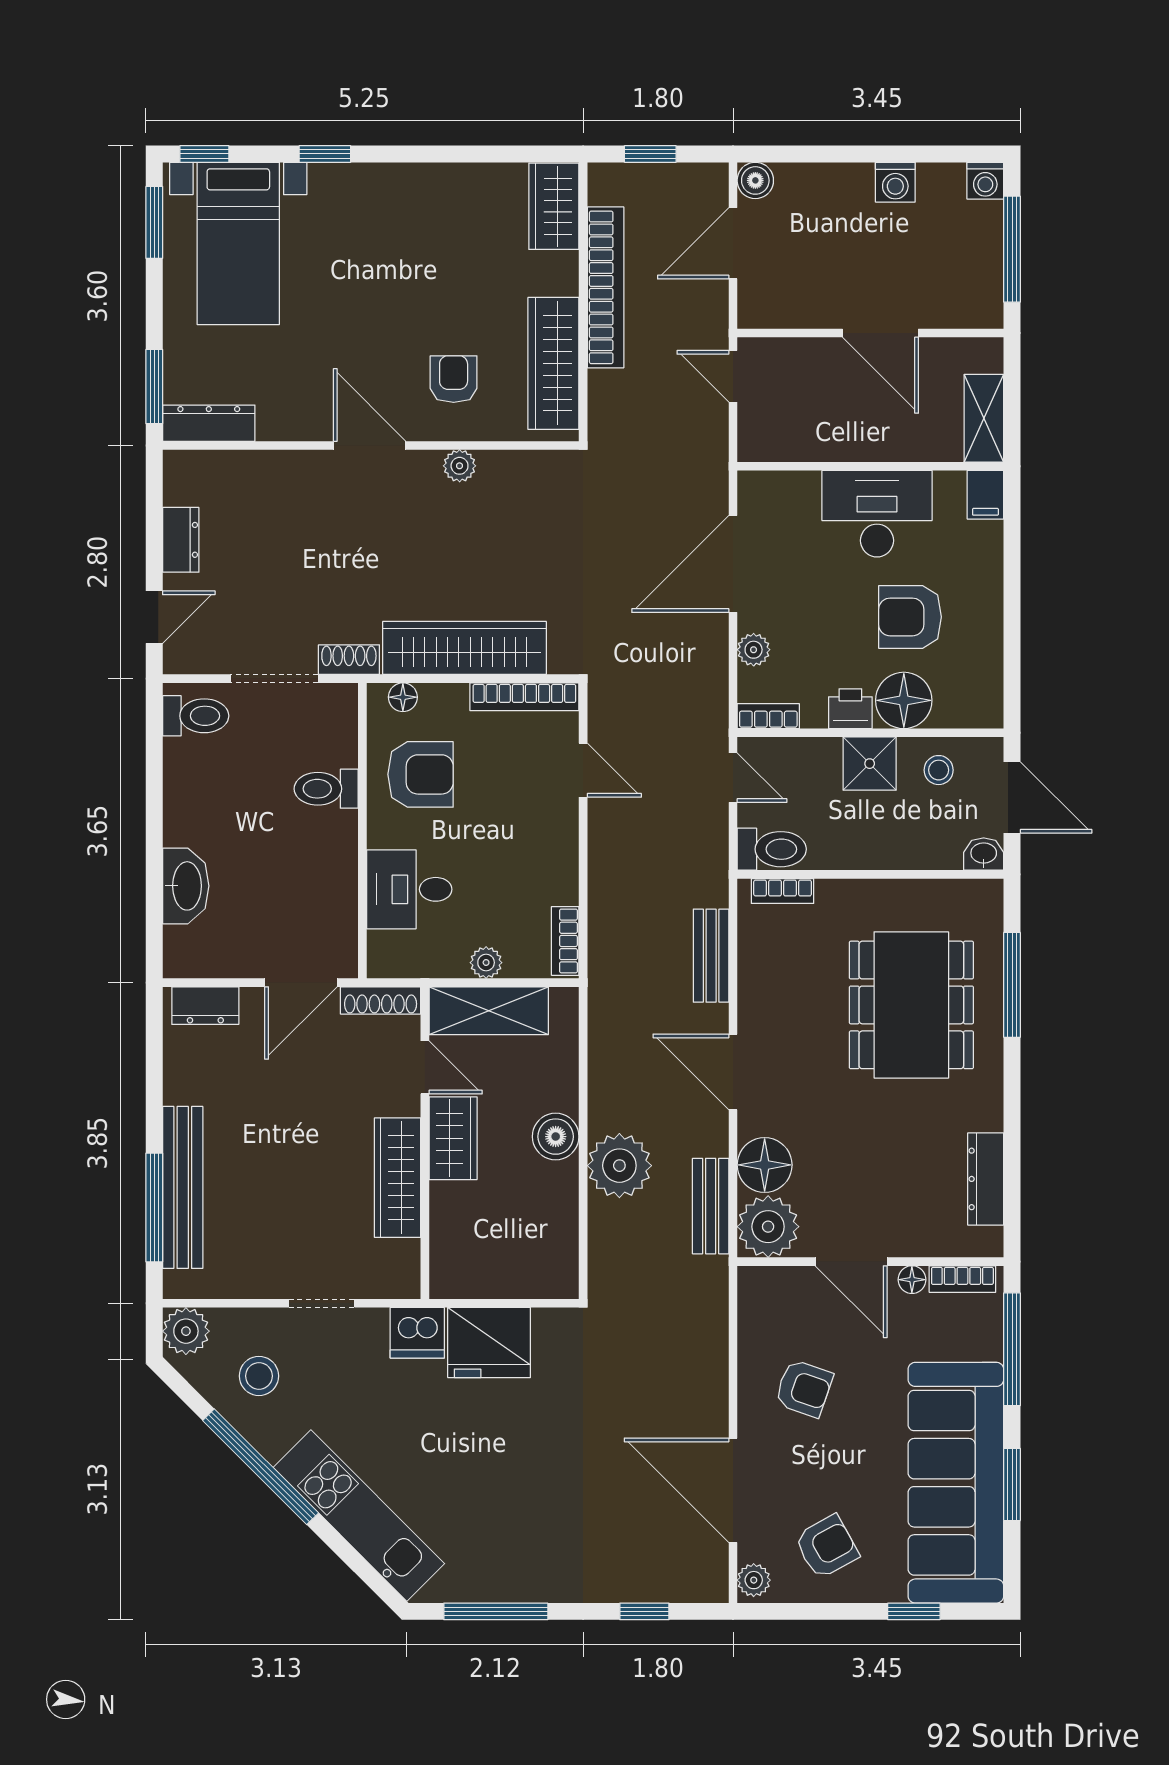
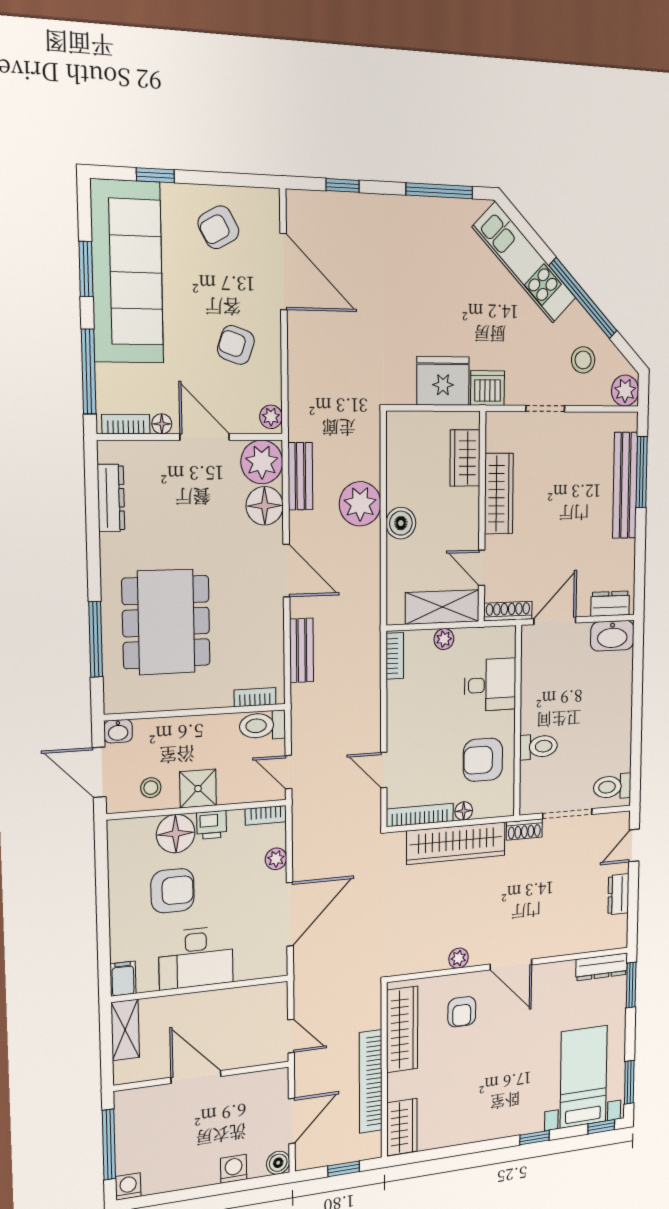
washing machine: (895, 182) -> (234, 1169), moved
floor lamp: (403, 697) -> (464, 811), moved
washbasin: (186, 886) -> (612, 636), moved, turned -90
wardrobe: (453, 1138) -> (465, 458), moved
plant: (754, 1580) -> (271, 417), moved

